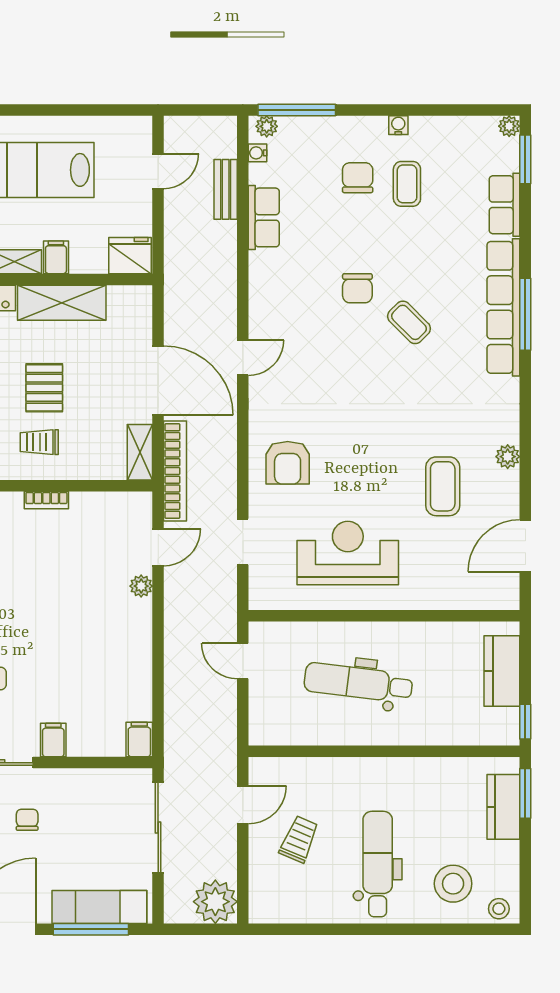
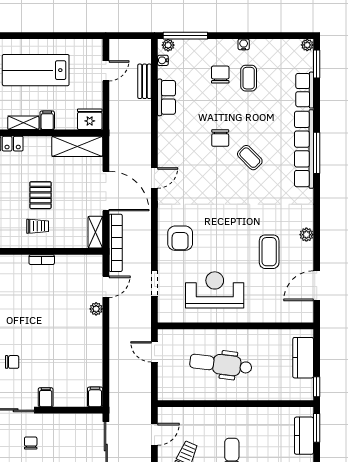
shelving: (62, 303) -> (77, 146), moved
trolley: (39, 442) -> (38, 226), turned 180

